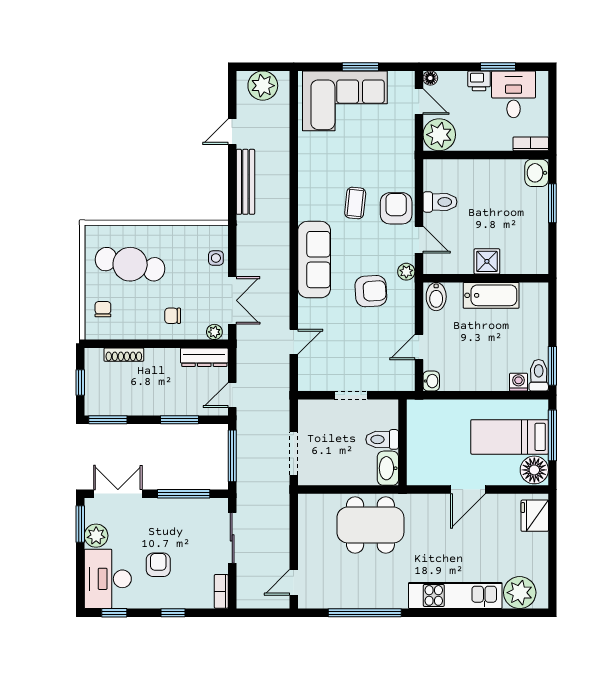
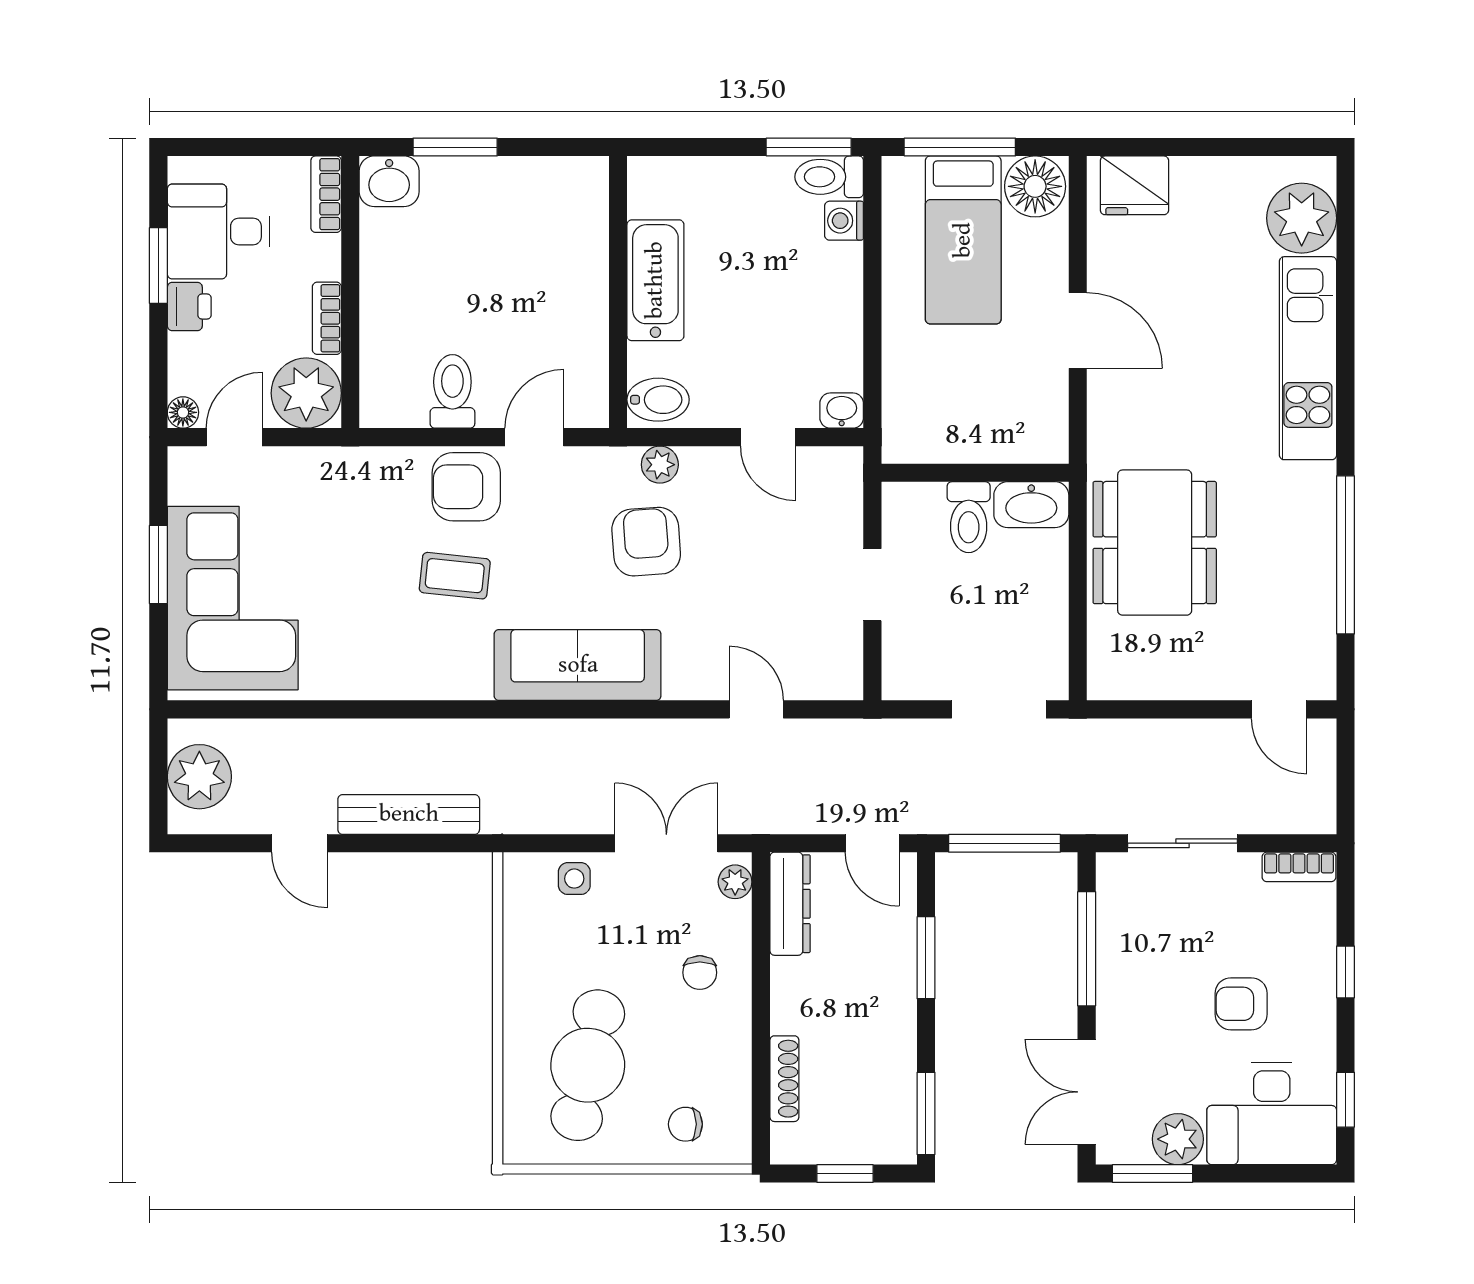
bookcase: (474, 144) -> (327, 318), added
shower: (487, 261) -> (582, 289), removed
plant: (406, 272) -> (660, 465), moved

